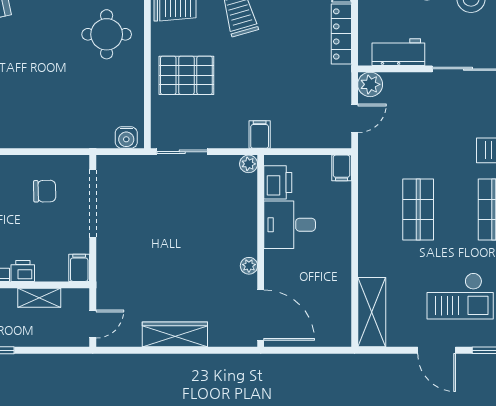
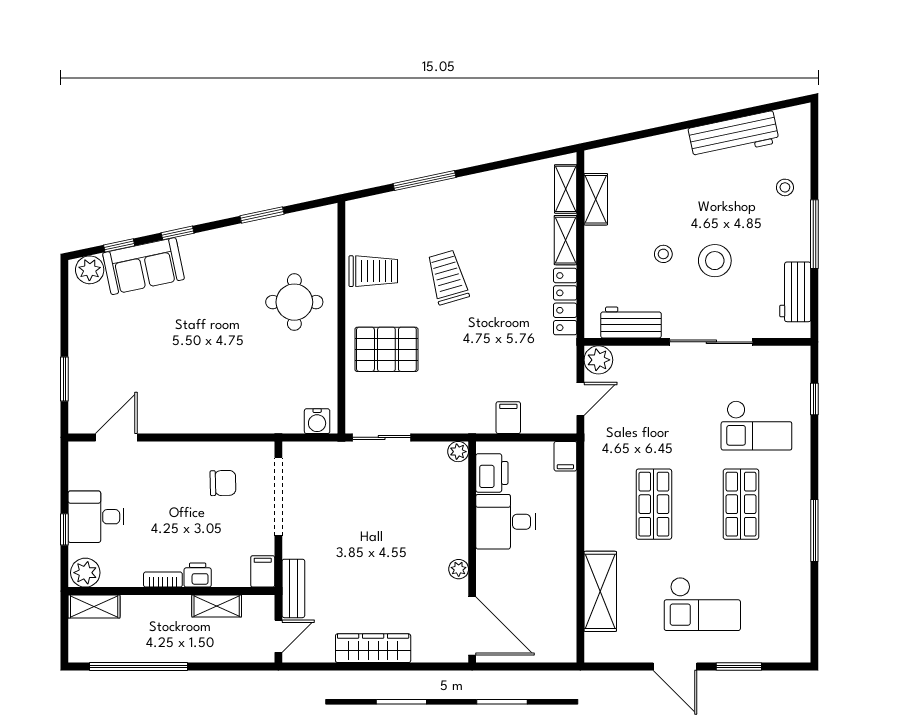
filing cabinet: (260, 135) -> (508, 418), moved
bench: (106, 283) -> (293, 588), added
shelving: (372, 312) -> (600, 591), moved

